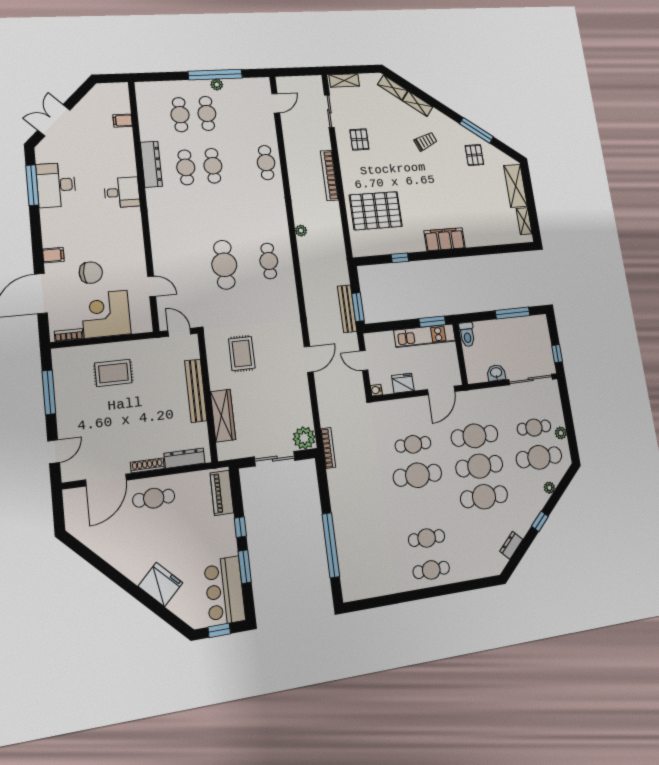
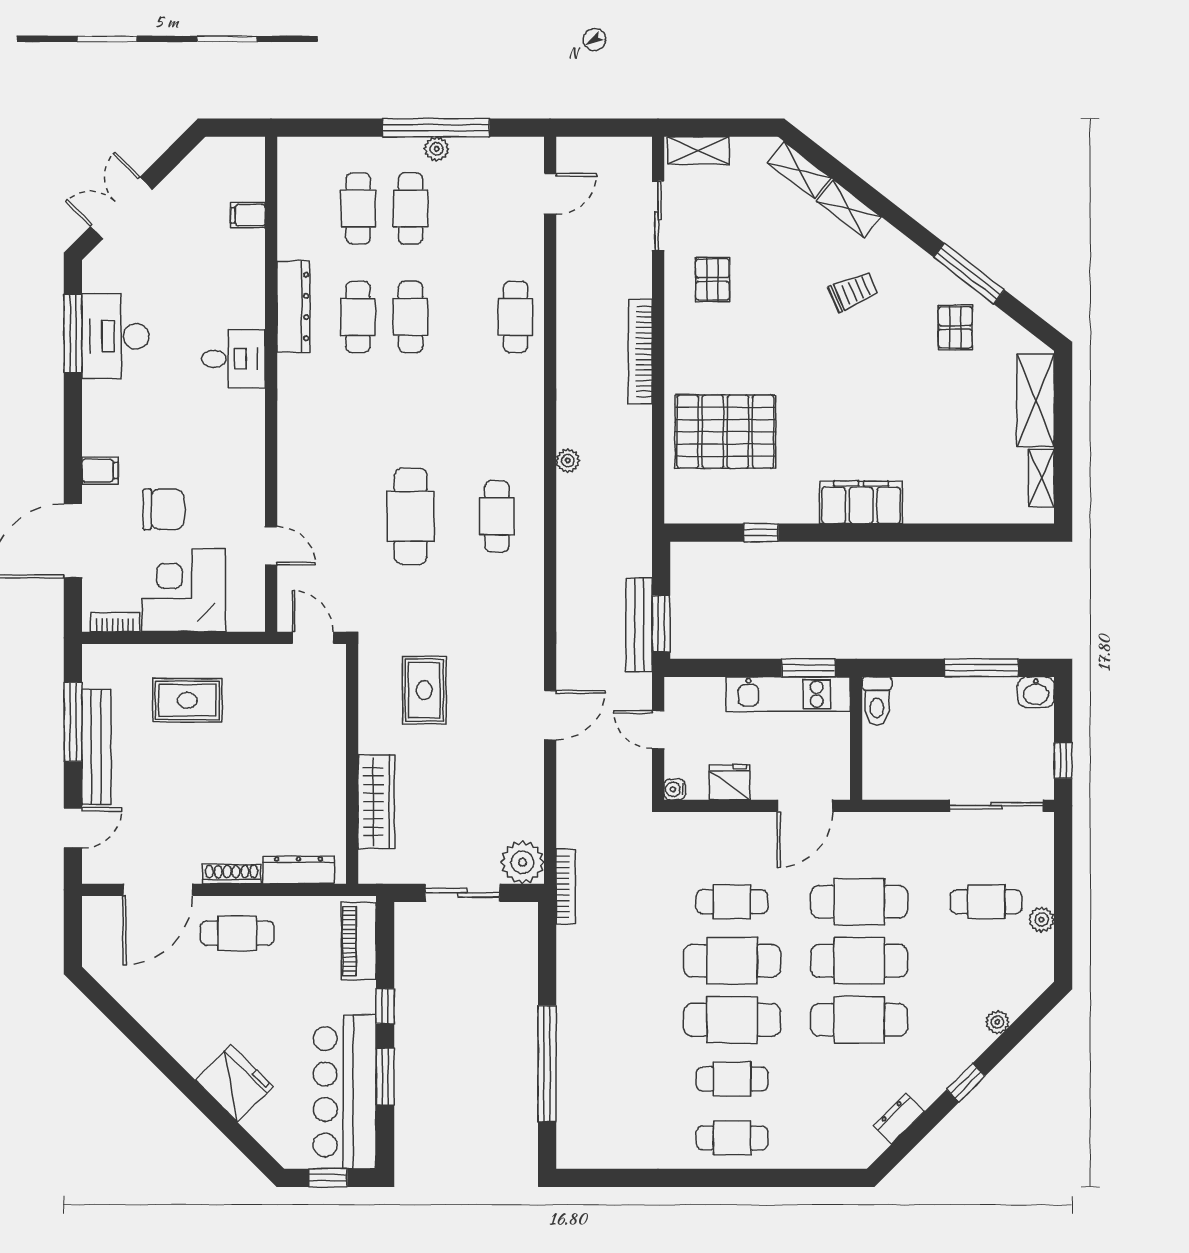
washbasin: (496, 373) -> (1036, 692), moved, turned 180
bench: (196, 391) -> (96, 747), moved
cafe table: (539, 457) -> (732, 1020), moved
bar counter: (225, 591) -> (345, 1092), width x1.36

